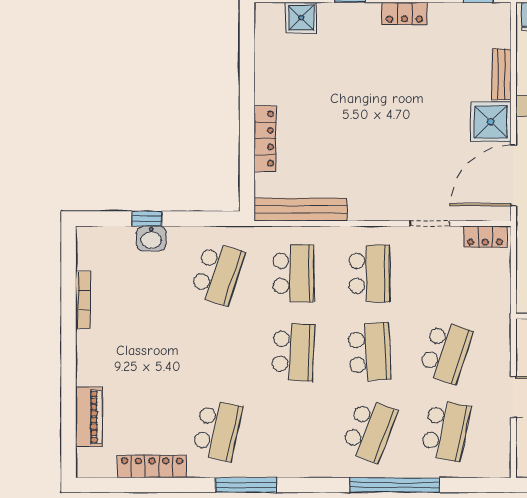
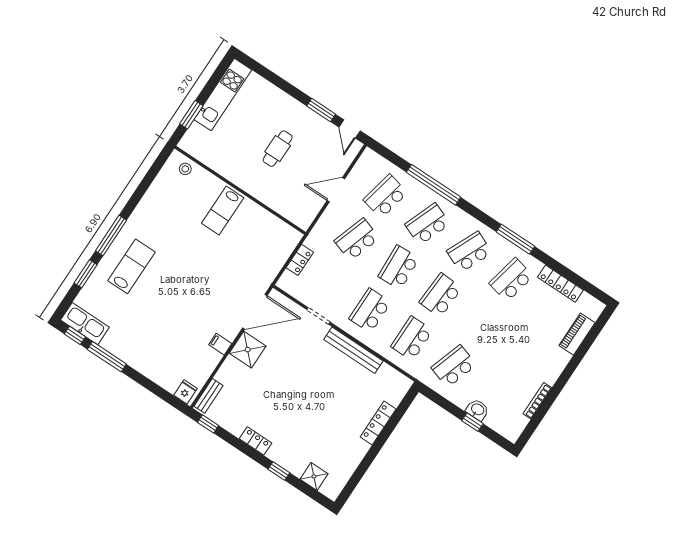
bench: (501, 74) -> (209, 396), moved
bench: (300, 209) -> (353, 350), moved
locker: (485, 237) -> (300, 260), moved, turned 90
school desk: (293, 430) -> (469, 252), added

